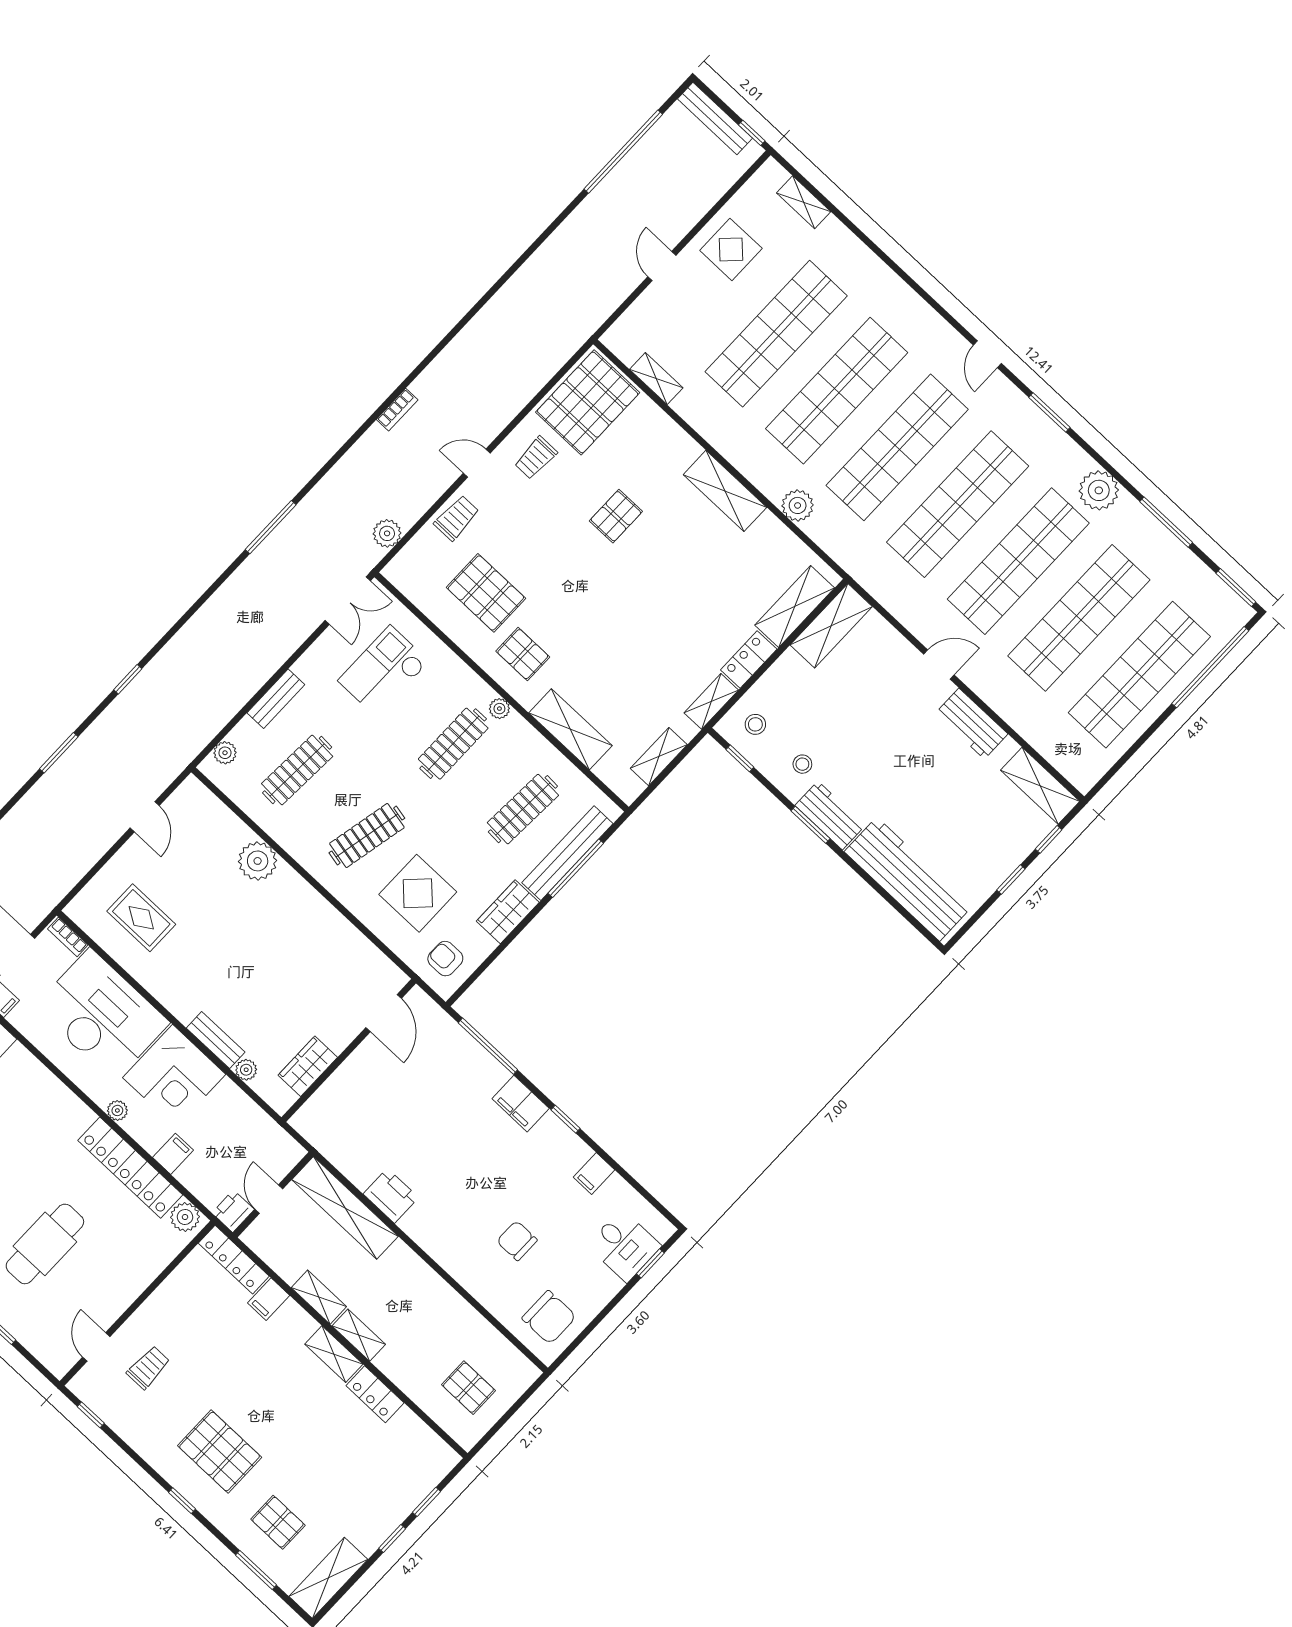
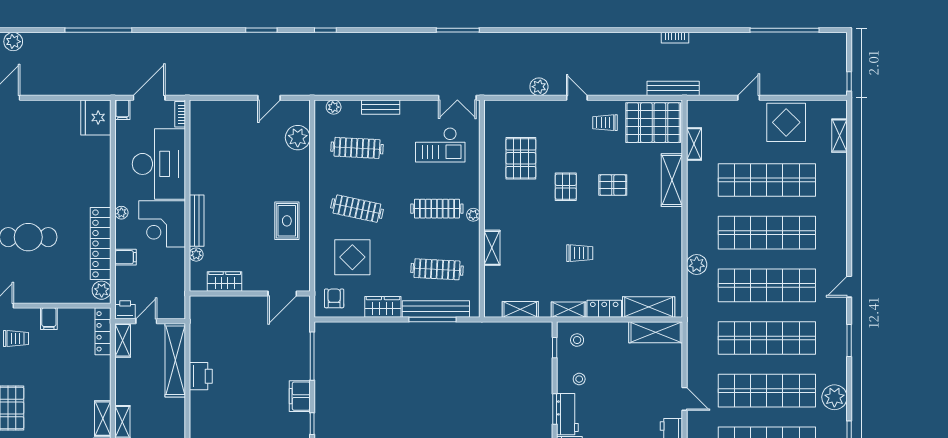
bench: (715, 119) -> (673, 88), moved, turned 90
display table: (731, 249) -> (786, 122), width x1.36, depth x1.36
bookcase: (397, 410) -> (675, 38), moved
shelving: (725, 491) -> (672, 180), moved
trolley: (456, 518) -> (580, 253), moved
plant: (387, 533) -> (539, 87), moved
pallet: (523, 654) -> (566, 187), moved
checkout: (384, 671) -> (440, 145), turned 180
shelving: (570, 729) -> (492, 248), width x0.67, depth x0.75
plant: (258, 861) -> (298, 138), moved
rug: (141, 918) -> (287, 221), moved
bench: (216, 1040) -> (197, 221), width x1.36
shelving: (319, 1297) -> (123, 340), moved
filing cabinet: (269, 1299) -> (49, 319), moved, turned -90

